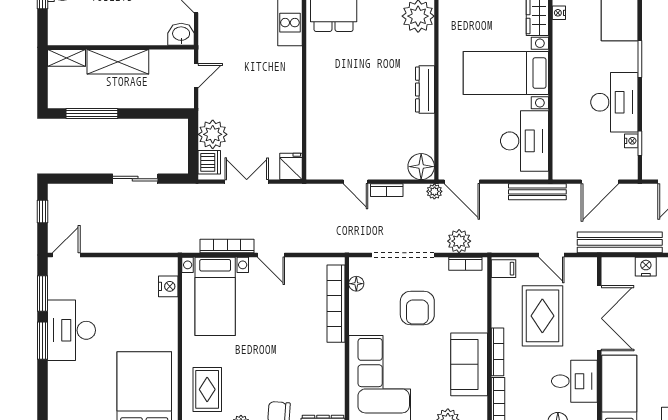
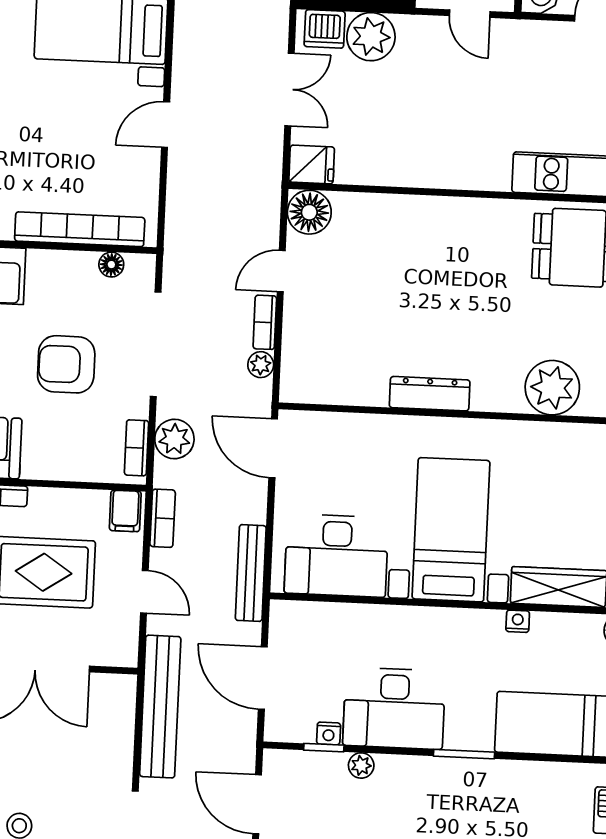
nightstand: (559, 13) -> (518, 621), moved
plant: (650, 120) -> (361, 765), added
floor lamp: (421, 167) -> (309, 212), moved
door: (462, 182) -> (273, 448), hinge flipped
plant: (434, 191) -> (261, 365), moved
bookcase: (227, 246) -> (163, 518), moved, width x0.64
door: (551, 255) -> (144, 592), swing flipped
nightstand: (646, 267) -> (118, 748), removed

